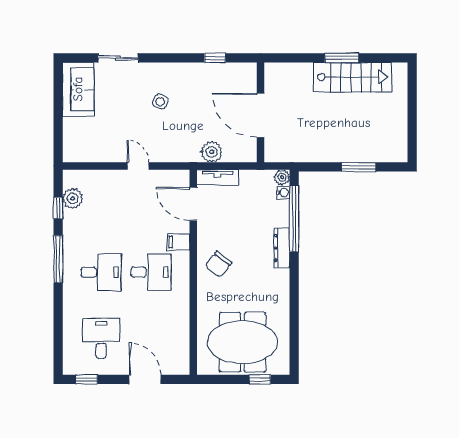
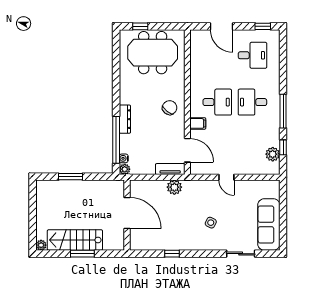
plant: (400, 70) -> (41, 245), added
sofa: (78, 89) -> (269, 224), width x1.36
wall: (261, 112) -> (127, 215), moved
door: (261, 115) -> (127, 213), moved
desk: (151, 272) -> (217, 102), turned 180
desk: (101, 338) -> (252, 55), turned -90

